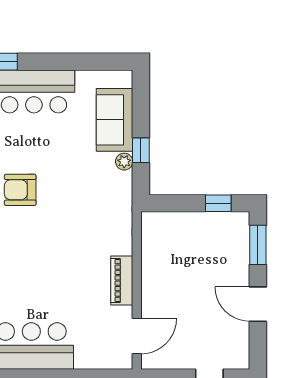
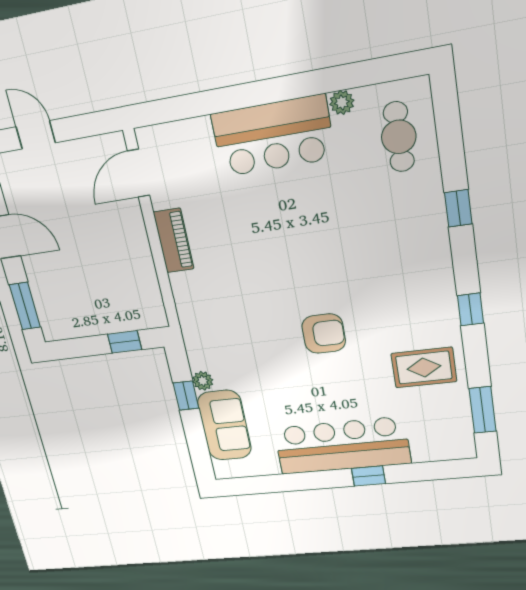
window: (218, 203) -> (125, 342), moved

